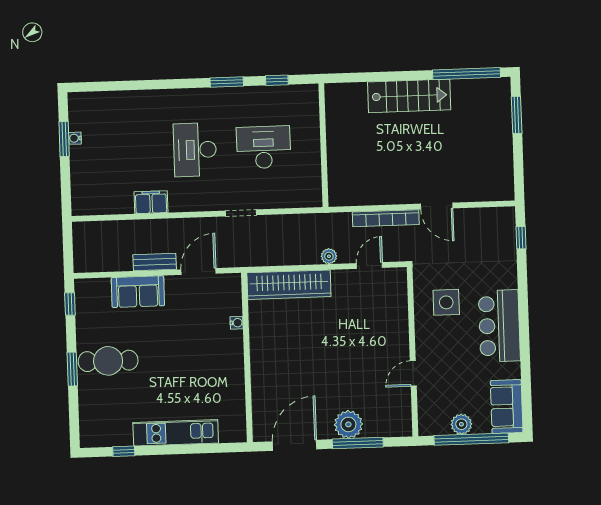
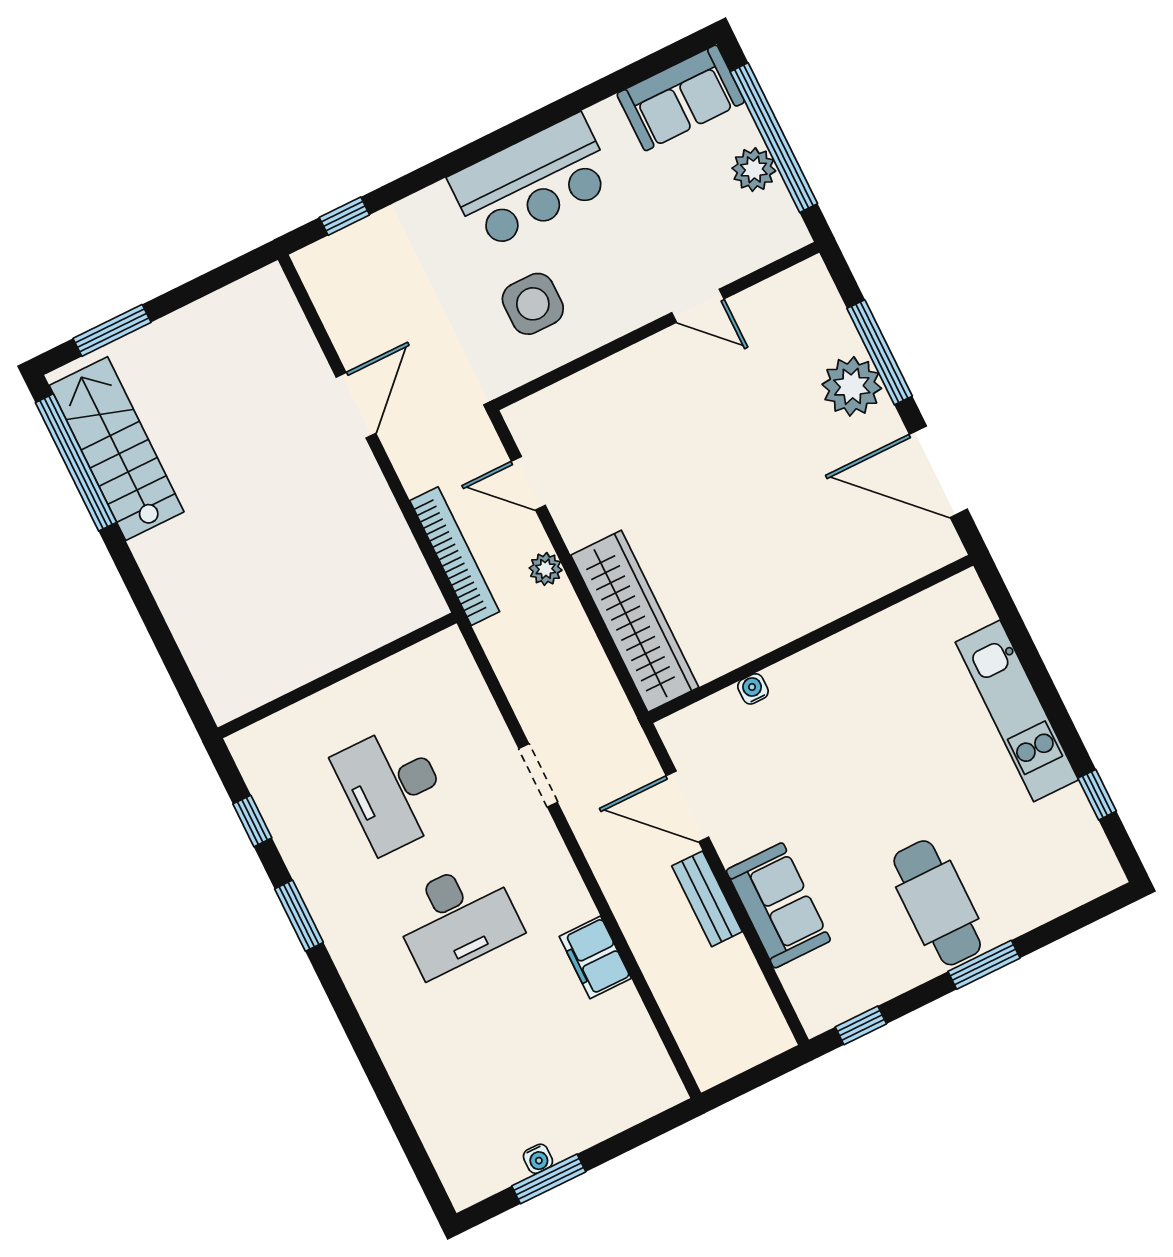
stairs: (409, 96) -> (117, 449), moved
bookcase: (386, 218) -> (455, 556), moved

